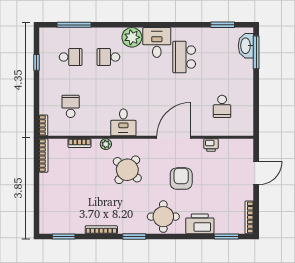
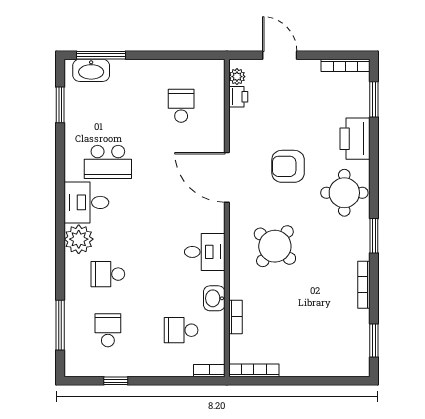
school desk: (108, 57) -> (108, 274), turned 90
school desk: (222, 106) -> (181, 106), turned -90
washbasin: (92, 129) -> (214, 298), added
plant: (106, 144) -> (237, 77), moved
printer: (211, 145) -> (238, 97), moved

